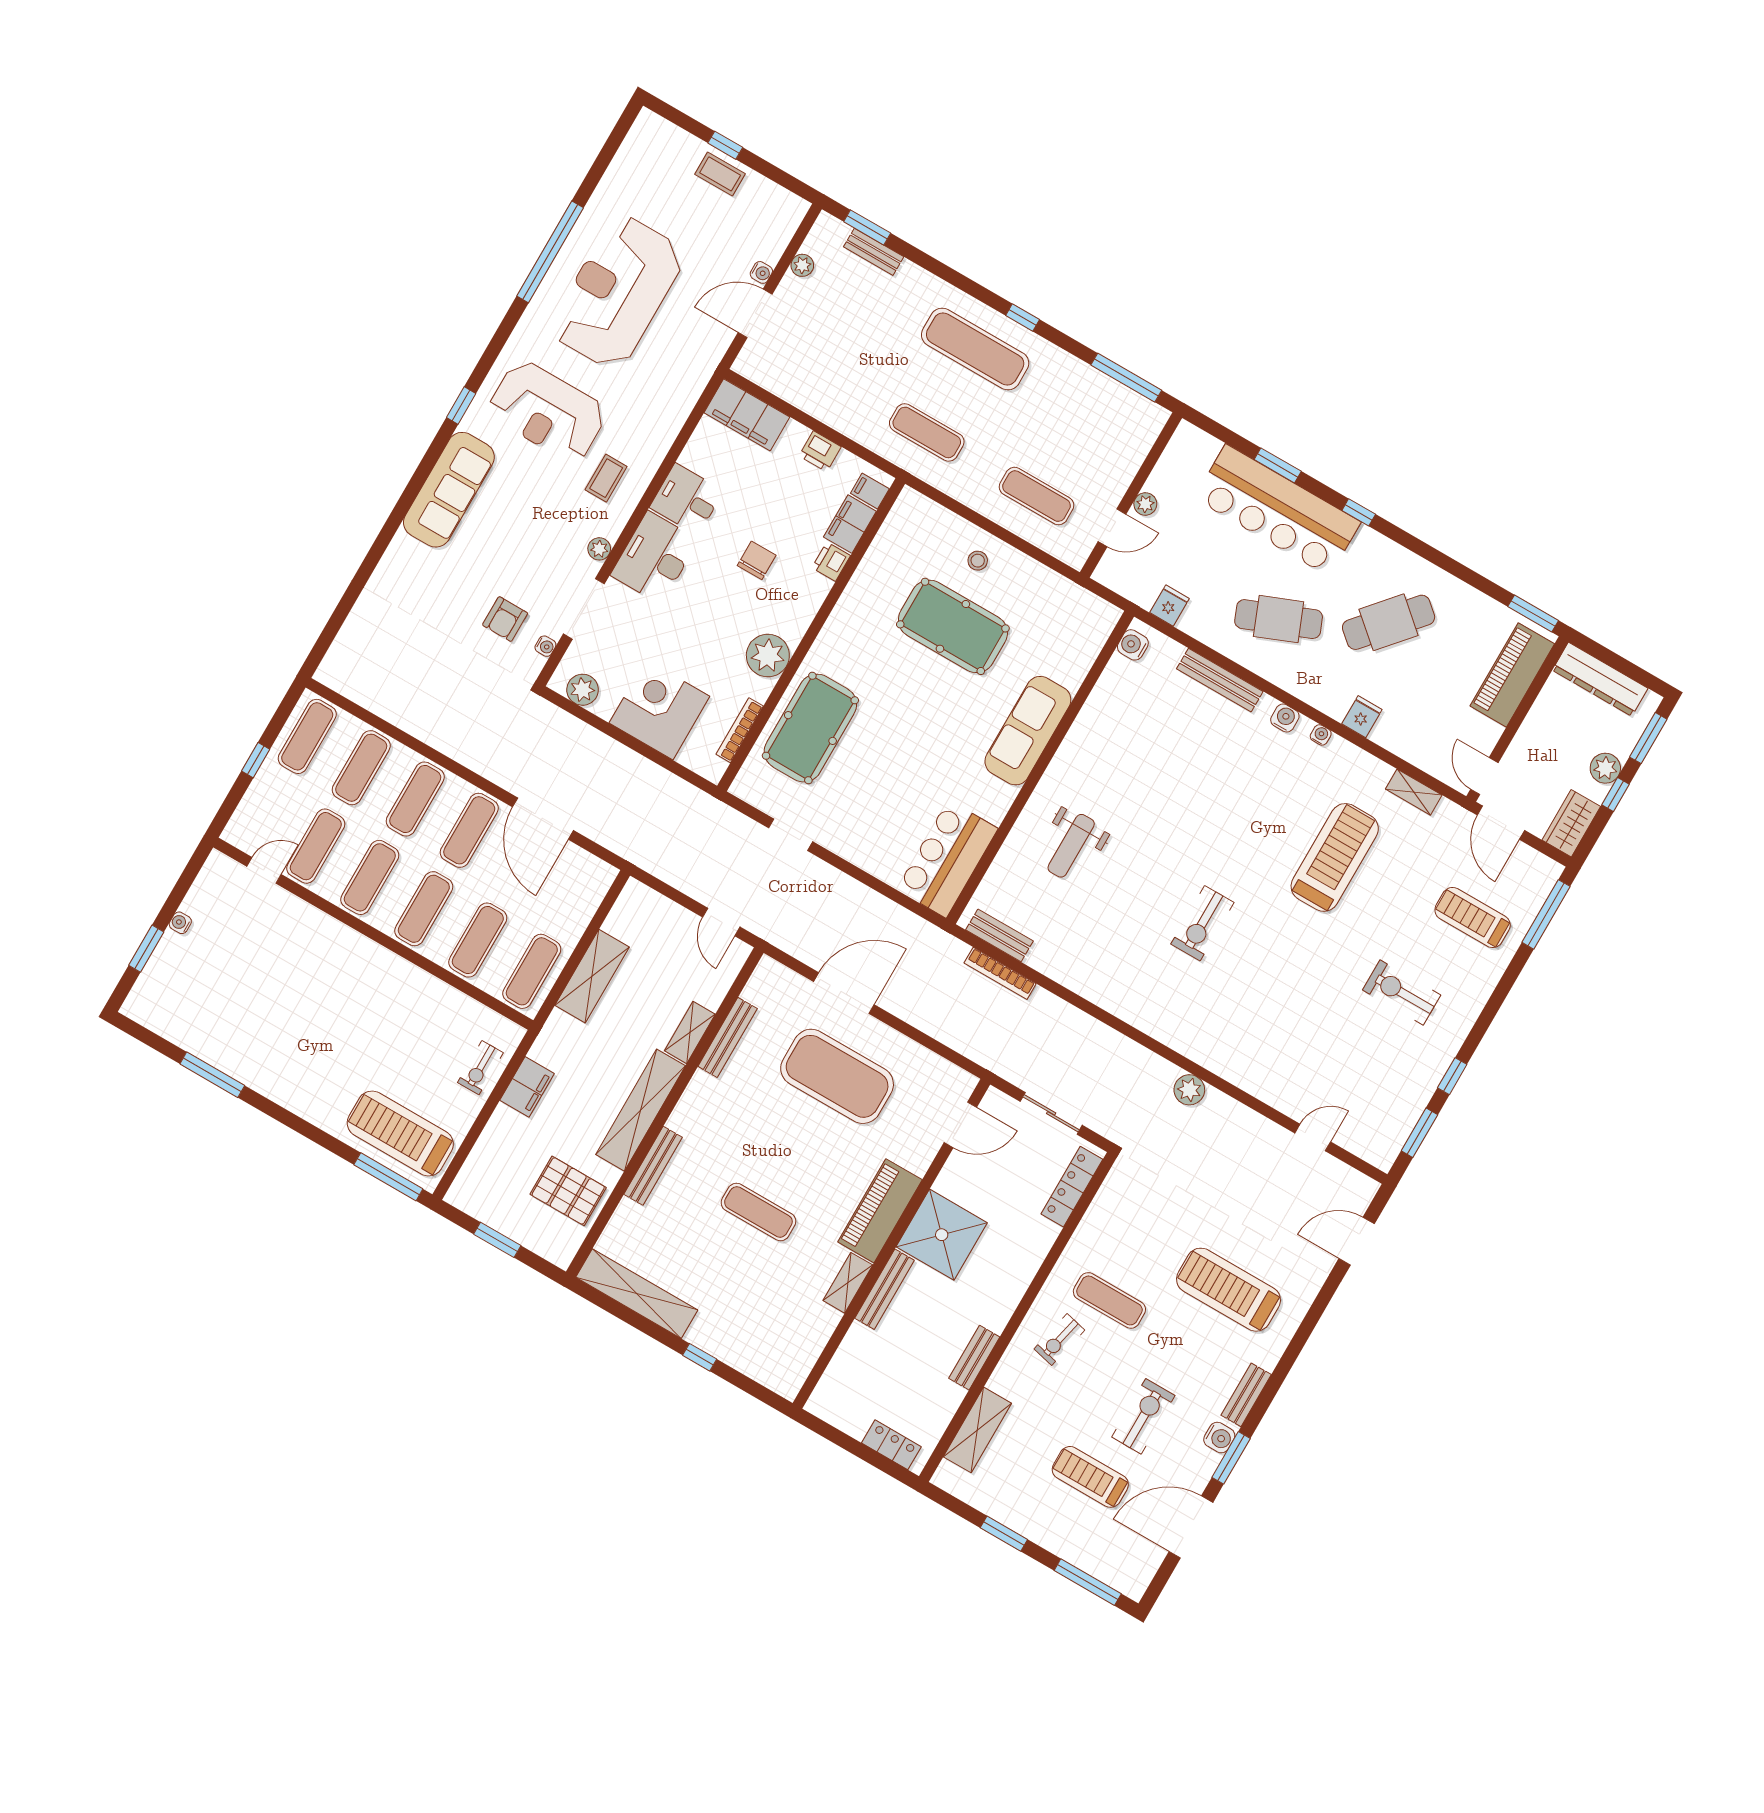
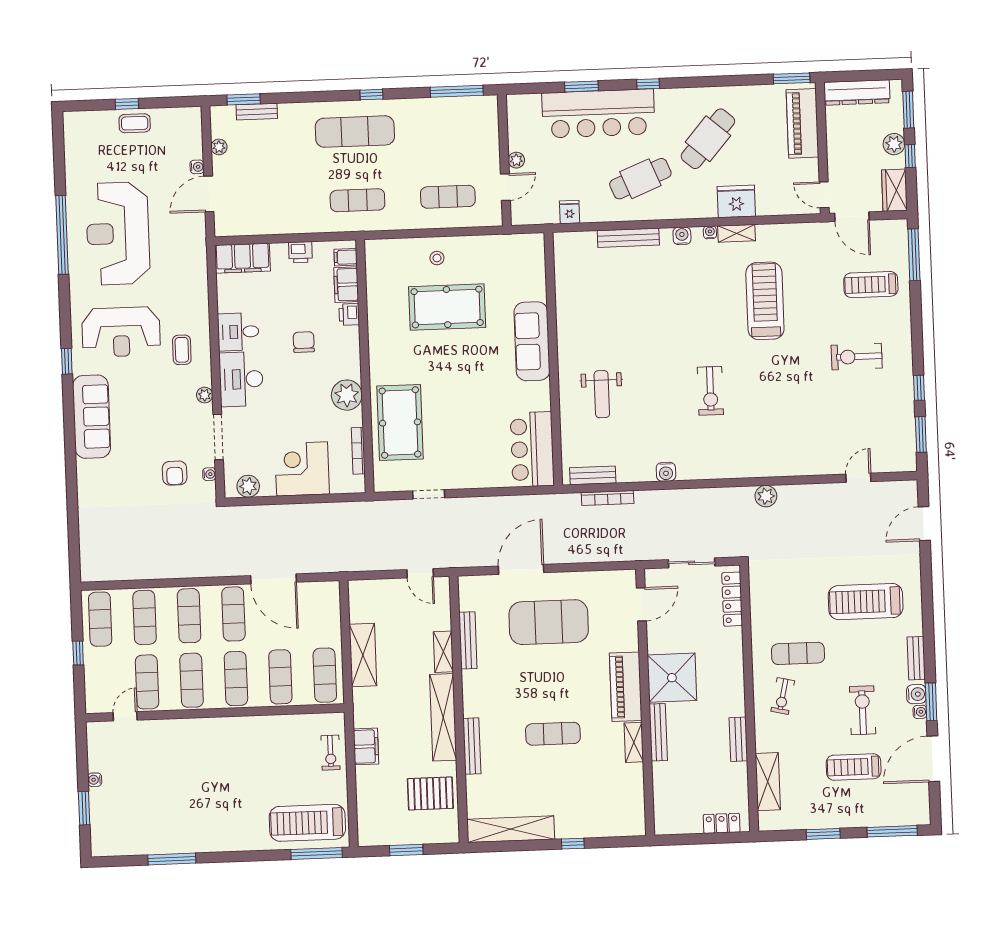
water cooler: (1133, 645) -> (666, 472), moved, turned -90
fridge: (1362, 717) -> (736, 201), width x1.88, depth x1.34
shelving: (1414, 792) -> (737, 233), moved
water cooler: (1210, 1461) -> (920, 712), added

